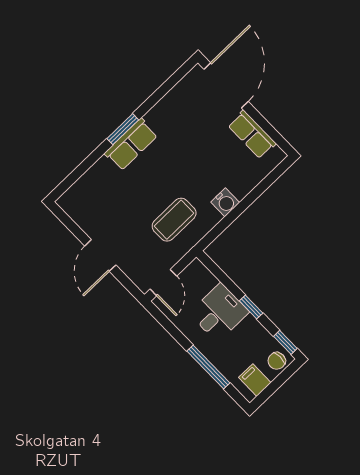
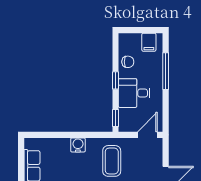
coffee table: (174, 220) -> (112, 161), turned 90
window: (285, 342) -> (116, 118), moved
chair: (277, 361) -> (128, 62), moved

